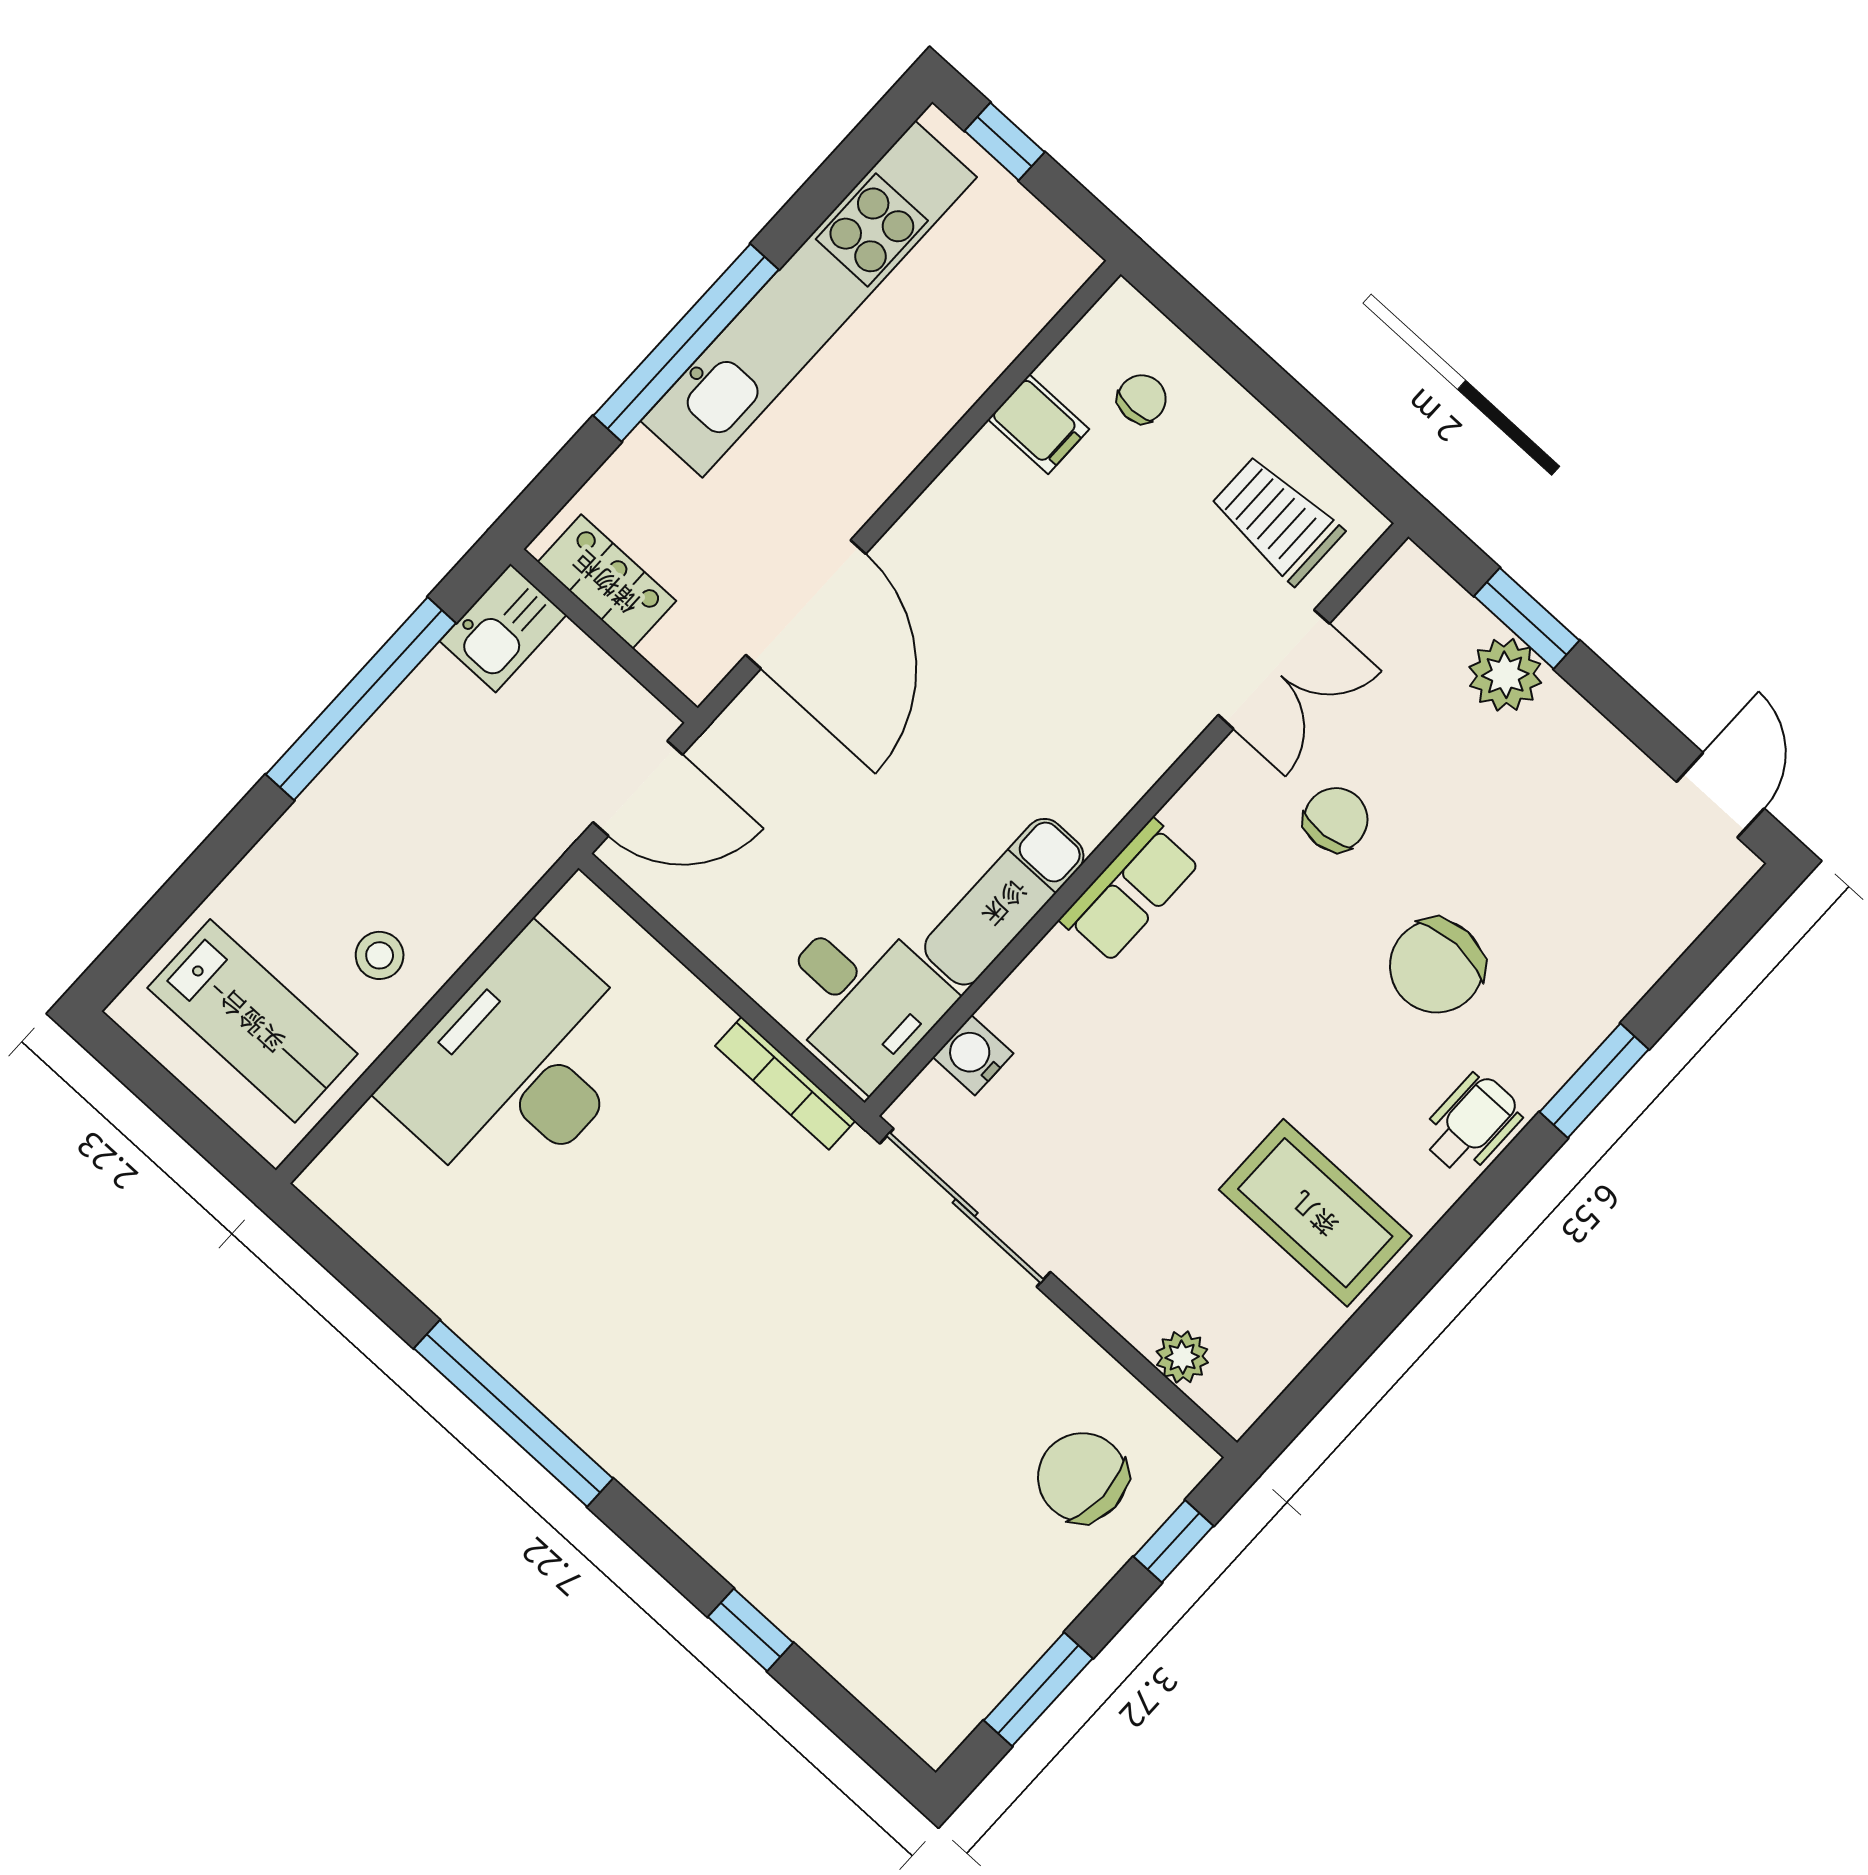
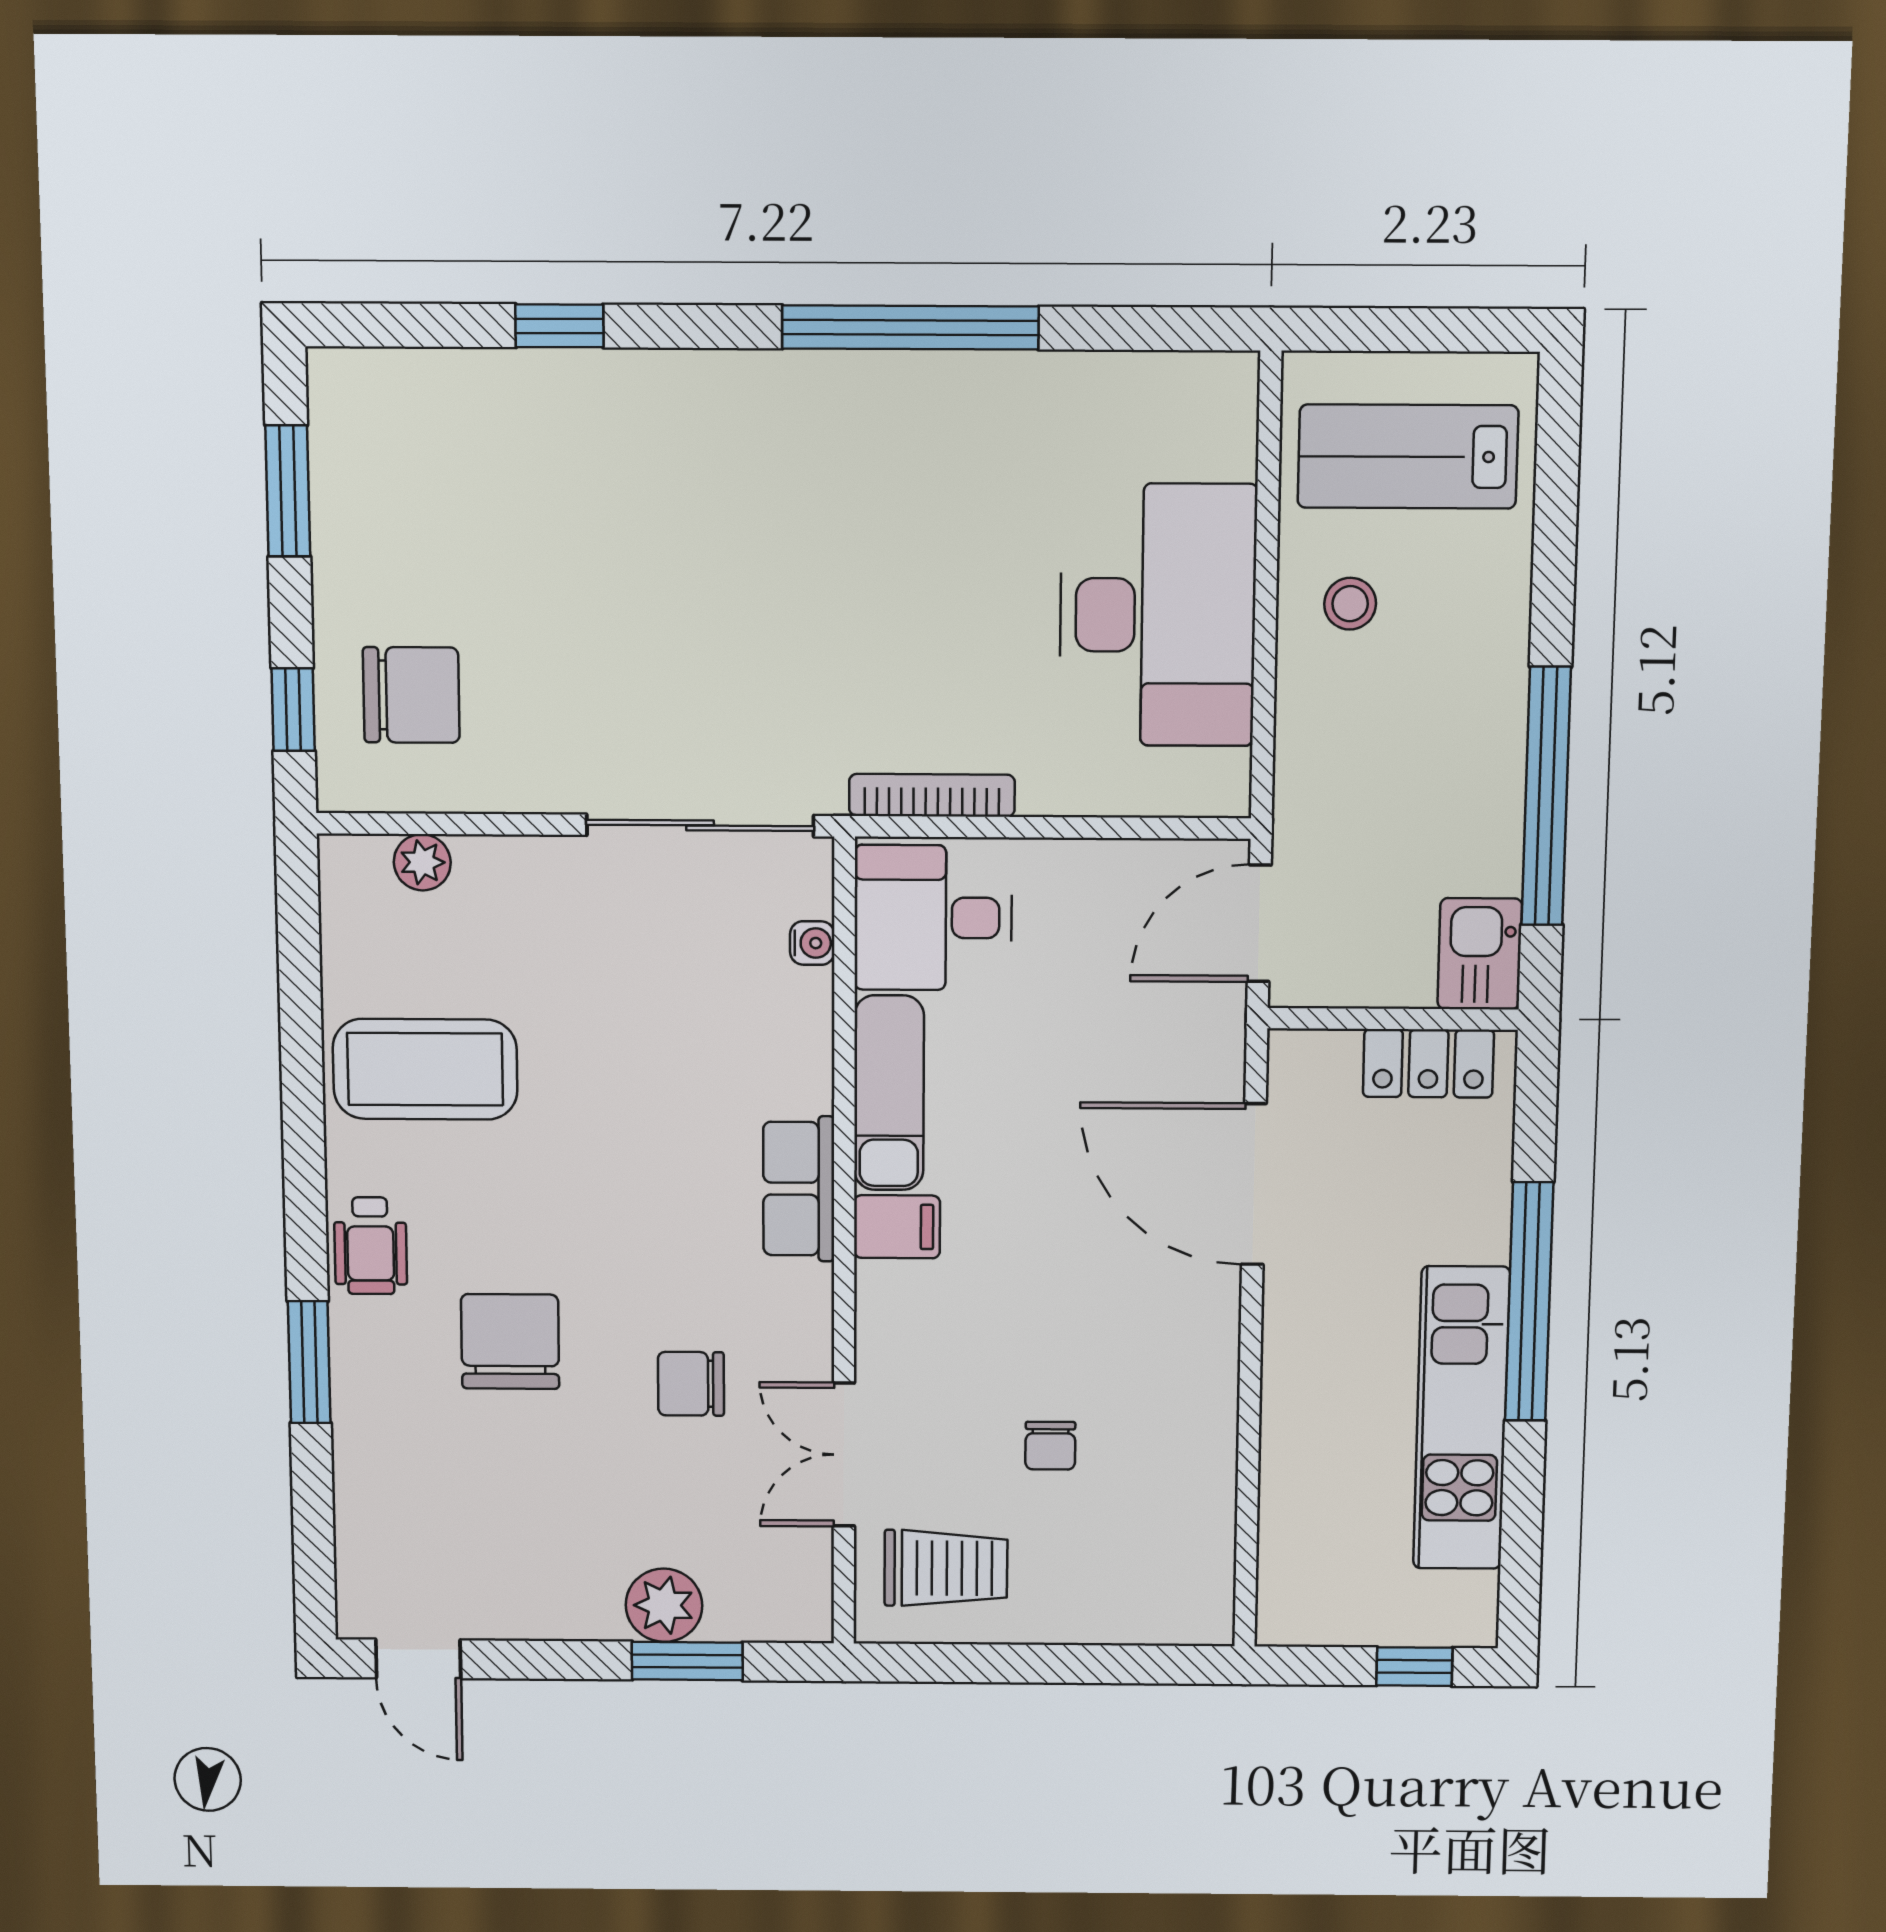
kitchen unit: (809, 299) -> (1461, 1418), width x0.73
chair: (1142, 399) -> (1050, 1446), moved
filing cabinet: (1039, 424) -> (897, 1227), moved, turned 180
chair: (1336, 819) -> (691, 1384), turned 95
water cooler: (973, 1055) -> (812, 943), width x0.72, depth x0.72

